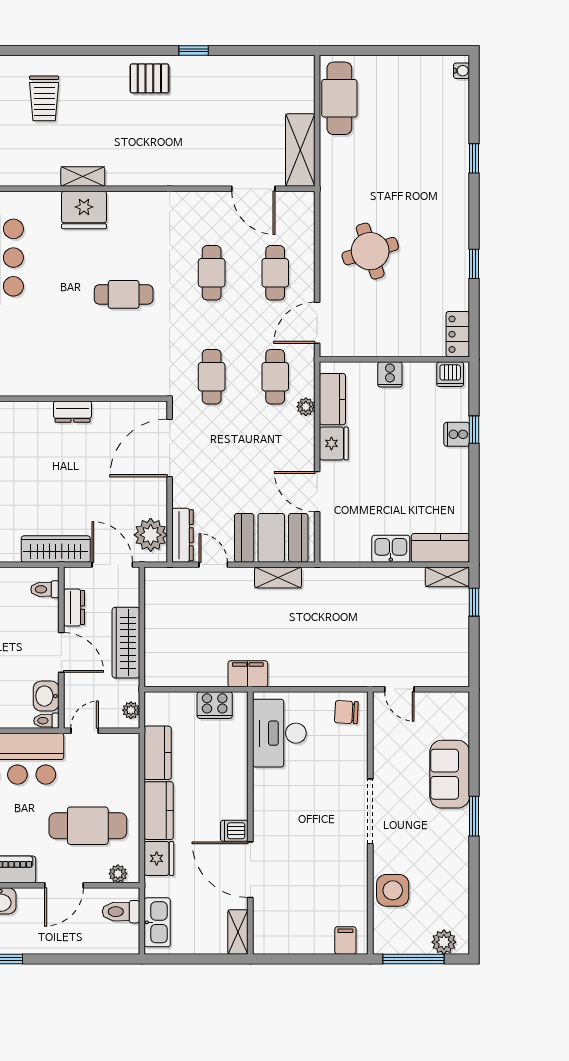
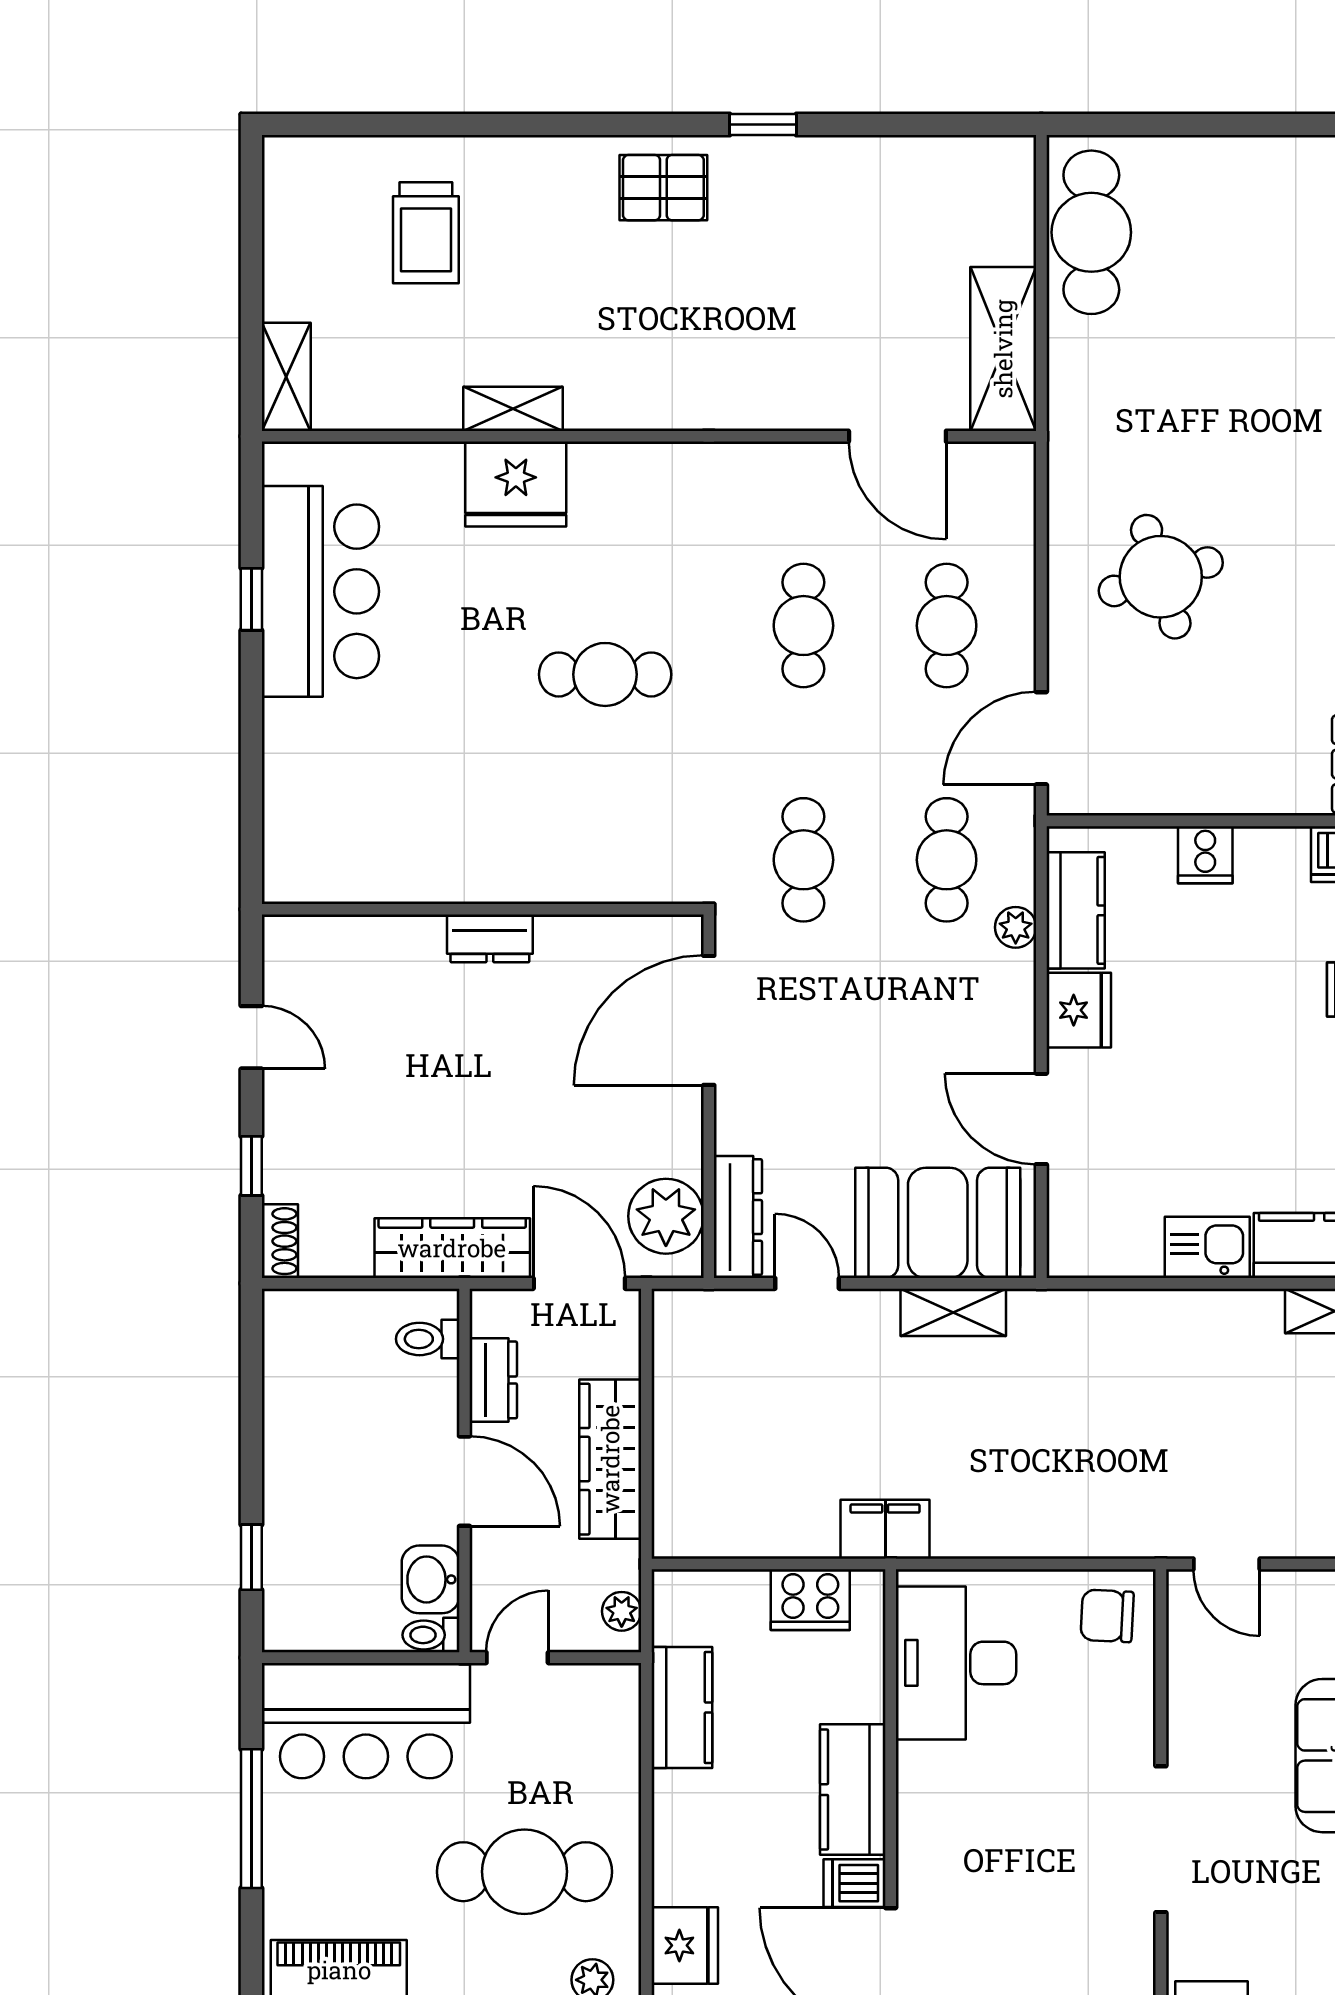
kitchen counter: (159, 811) -> (853, 1790), moved, turned 180

